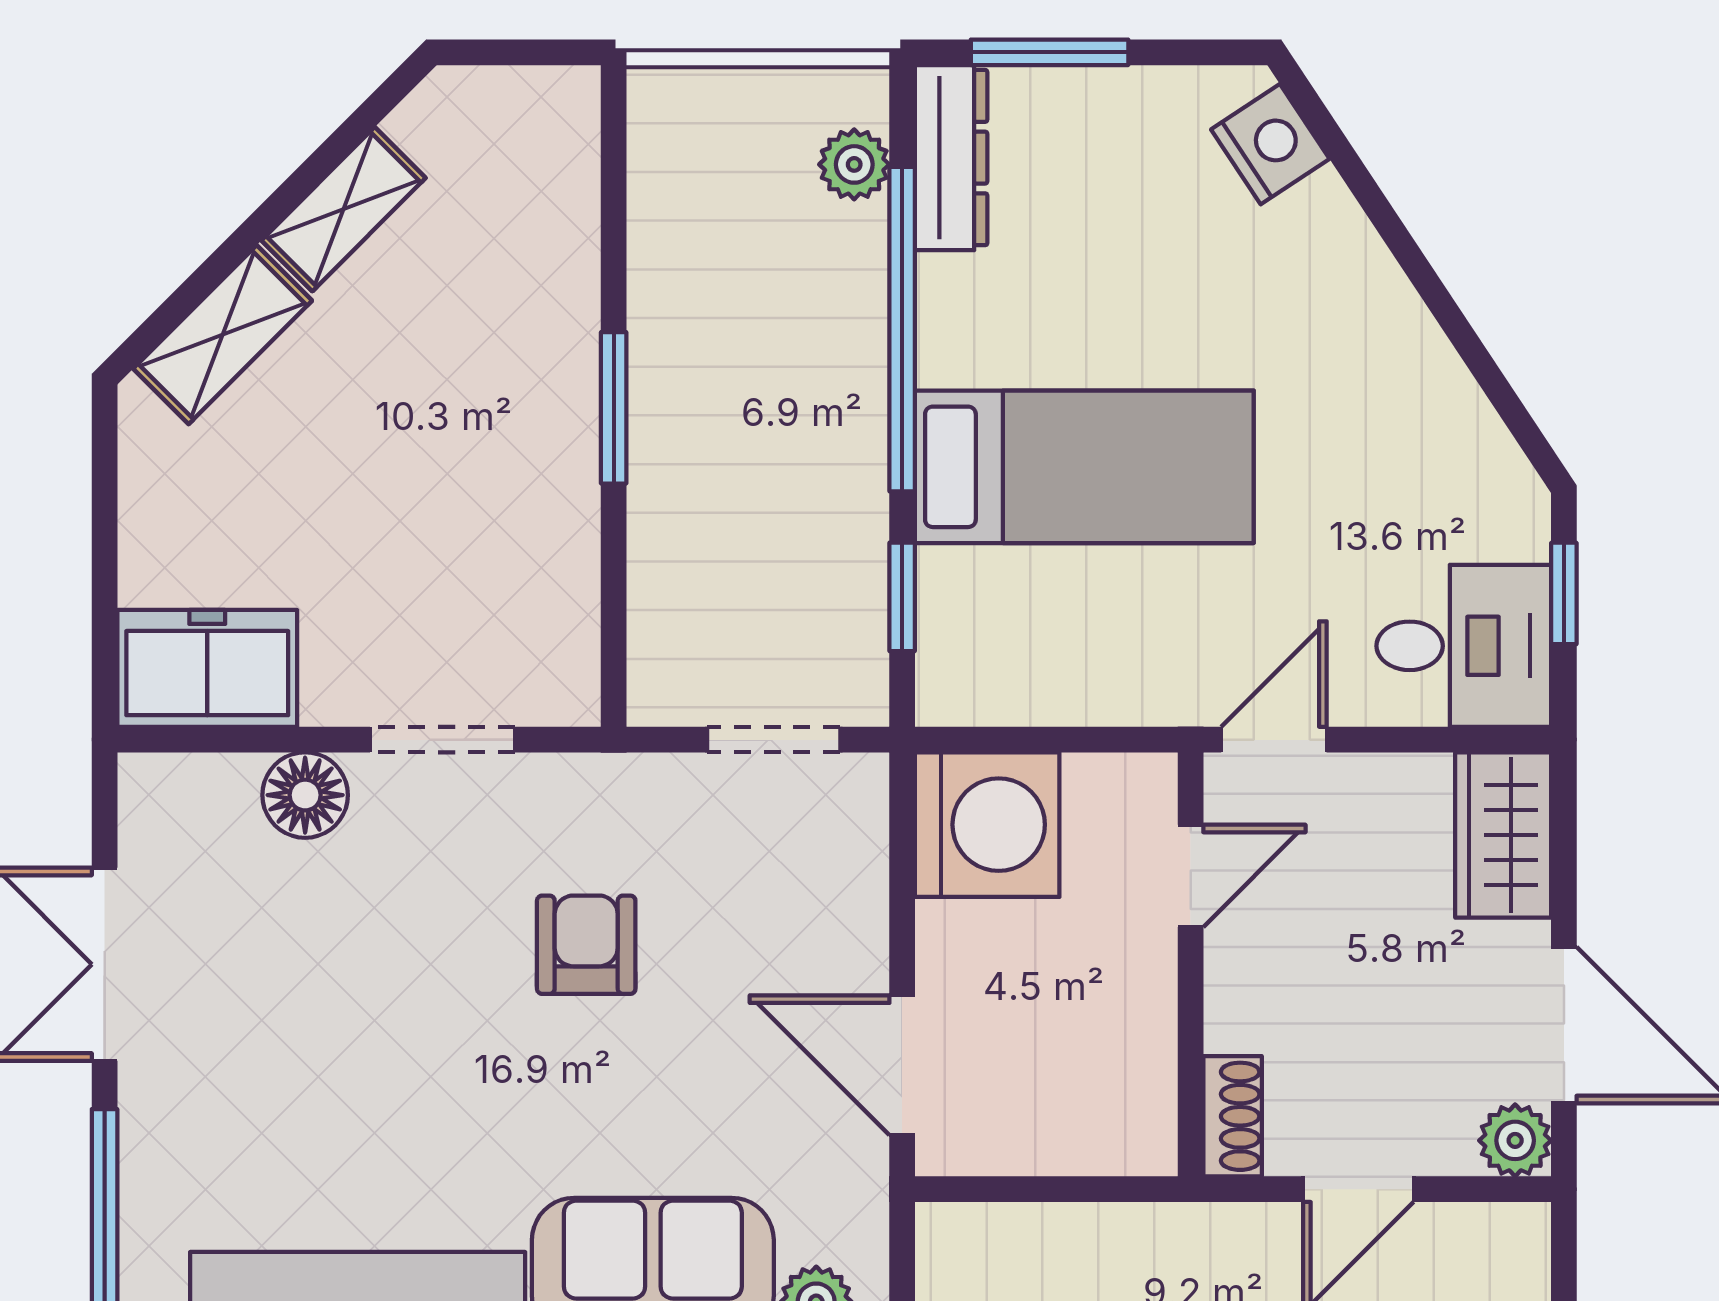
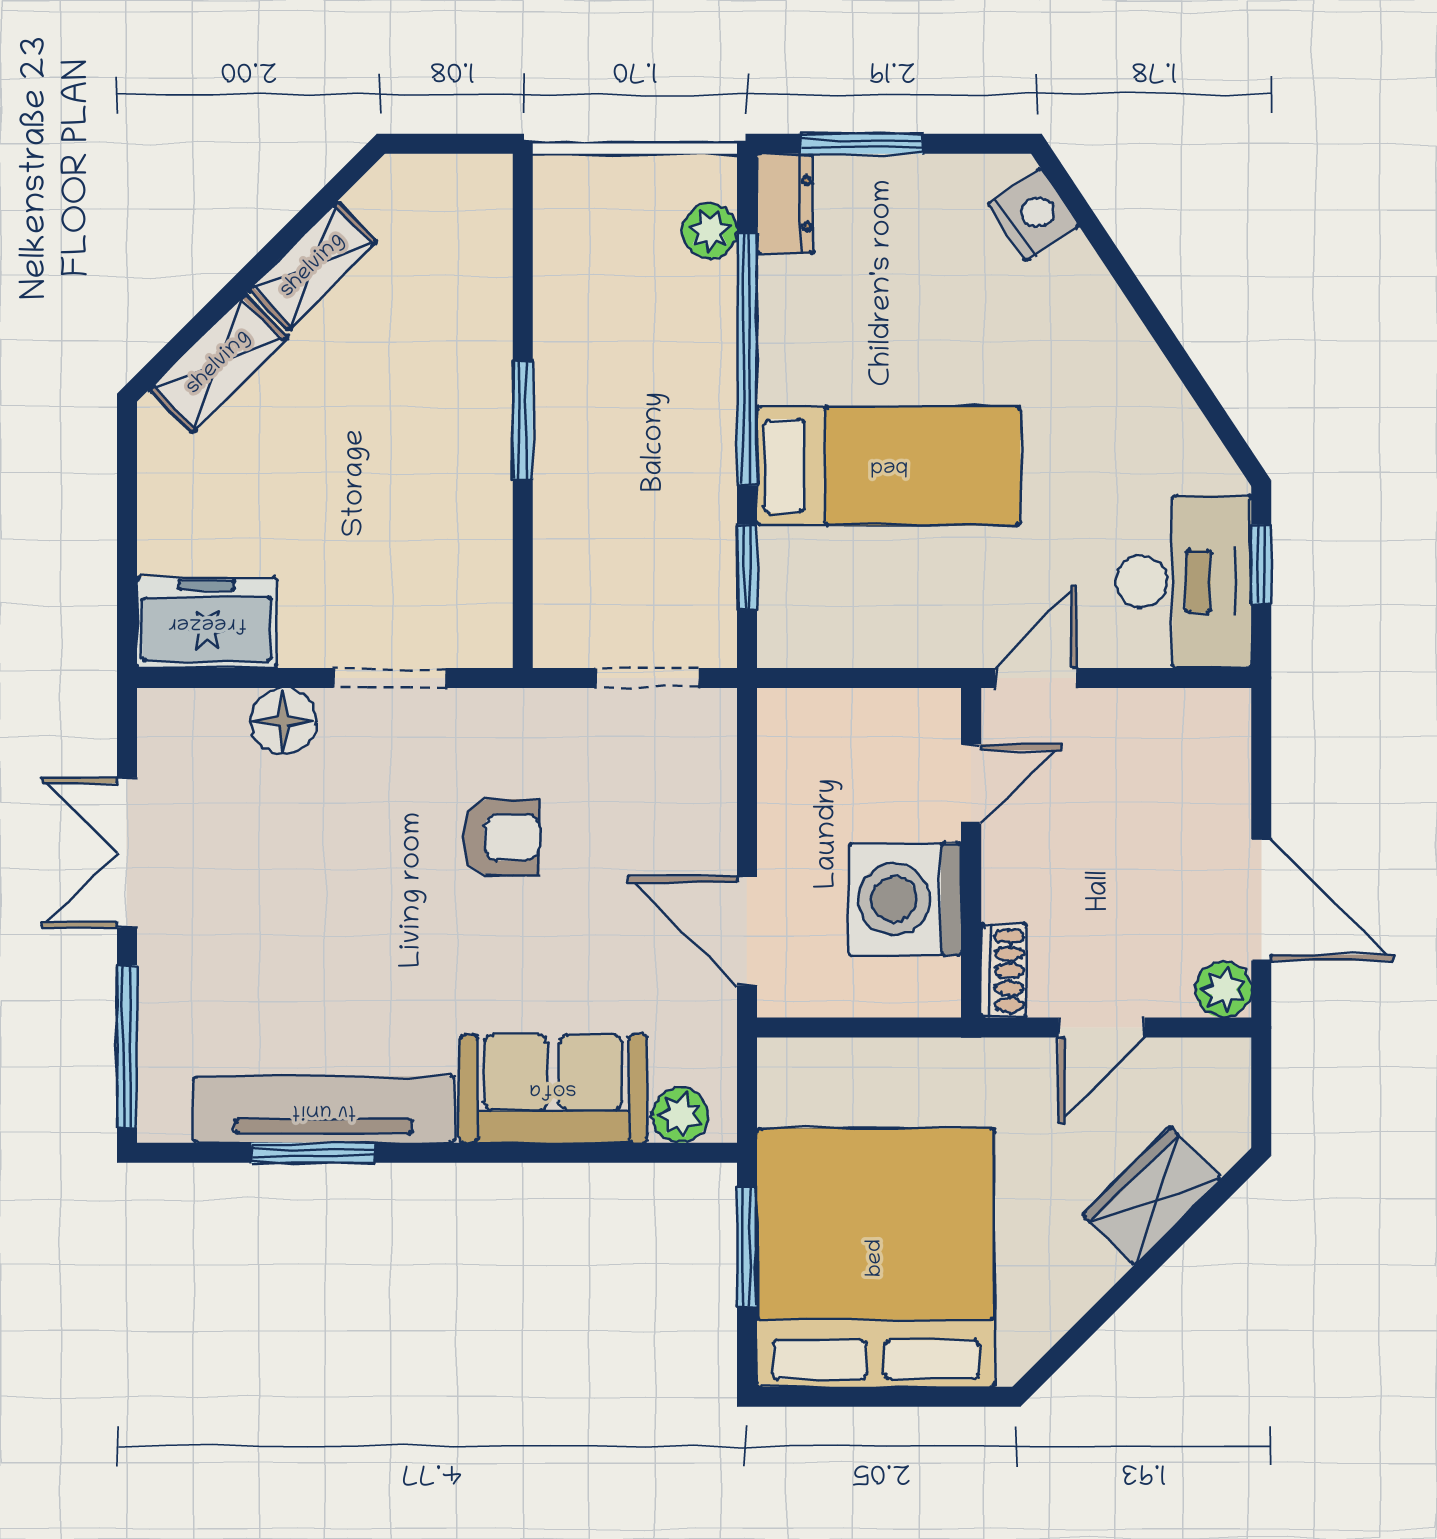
dresser: (951, 158) -> (785, 204), width x0.70
desk: (1464, 646) -> (1184, 582), width x1.37
washing machine: (987, 825) -> (905, 899), moved, turned 180
wardrobe: (1503, 835) -> (1214, 752), removed
armchair: (586, 945) -> (501, 837), turned 90

